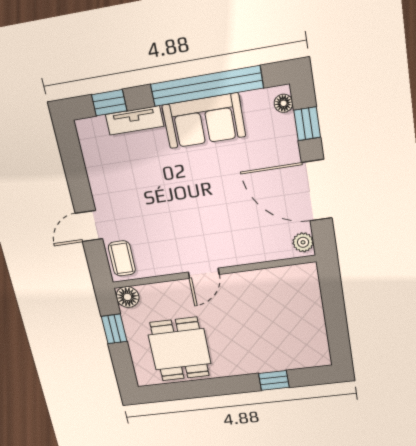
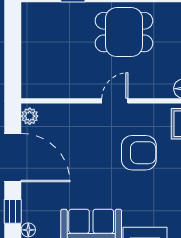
armchair: (163, 219) -> (139, 153), added
dining table: (180, 349) -> (124, 32), moved, turned 90

